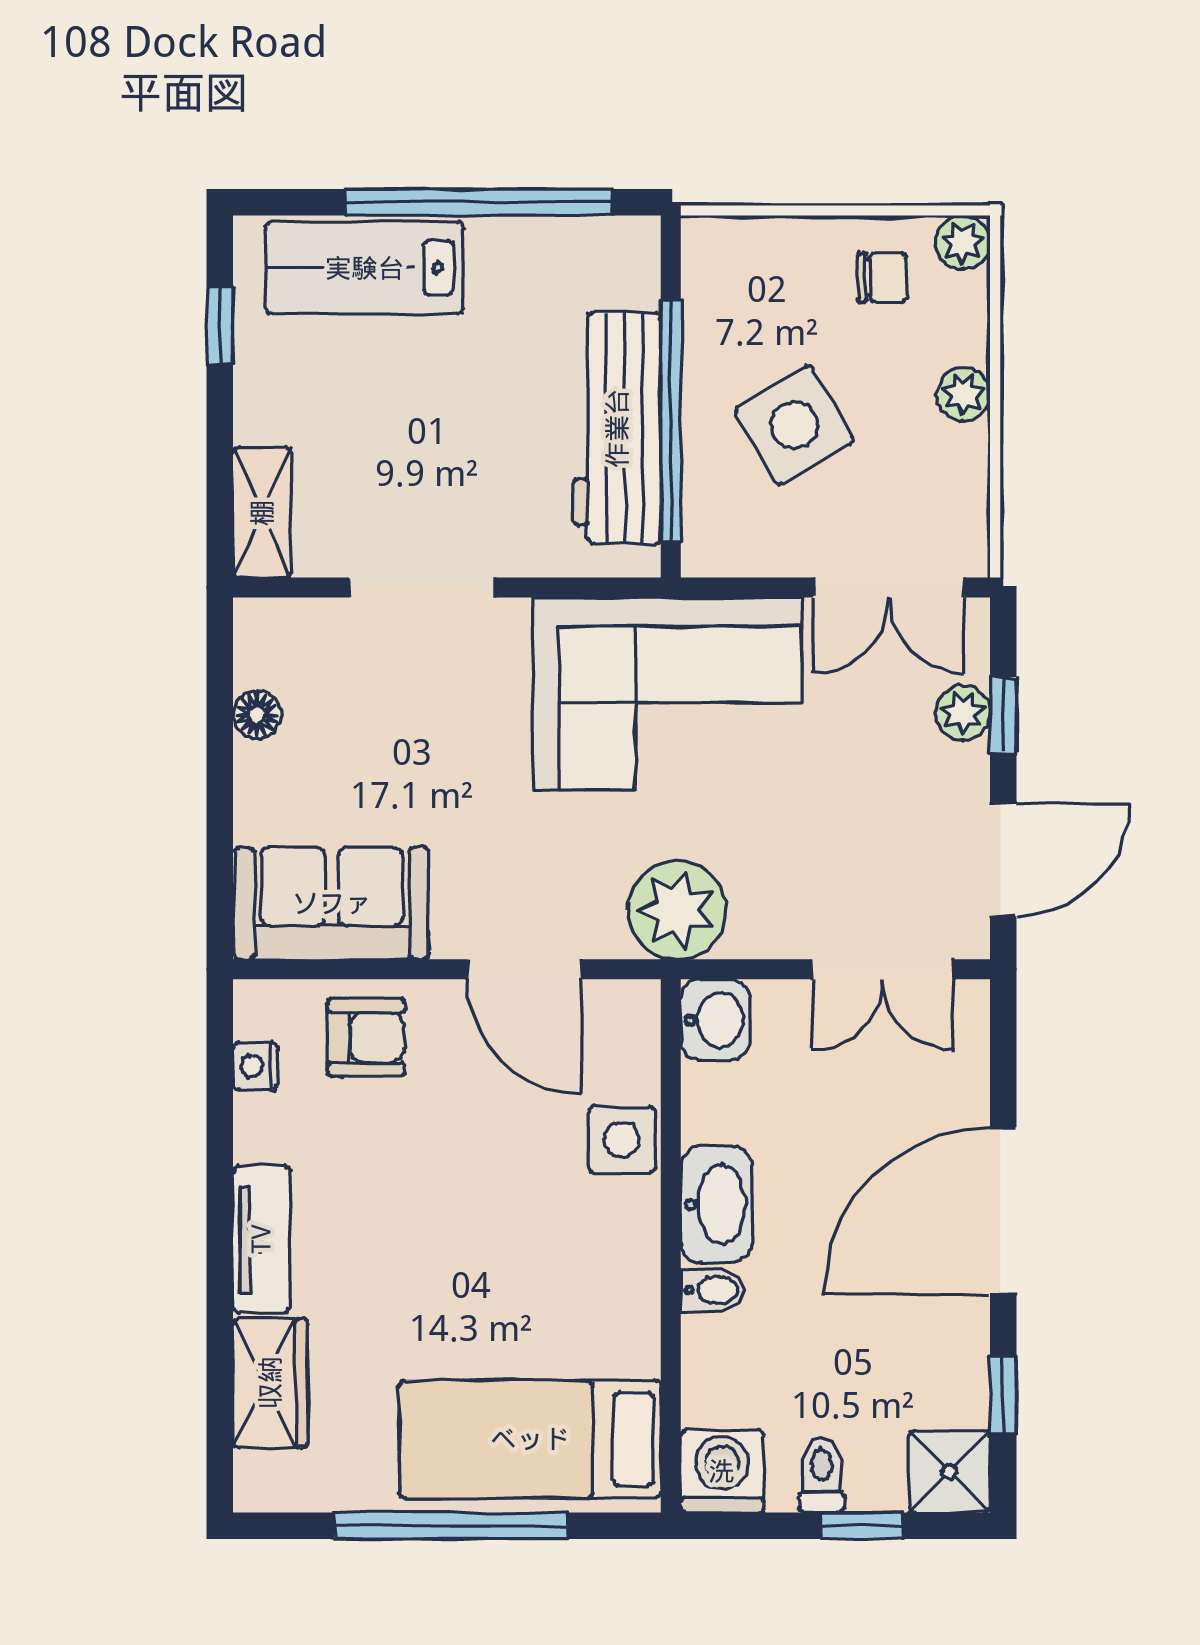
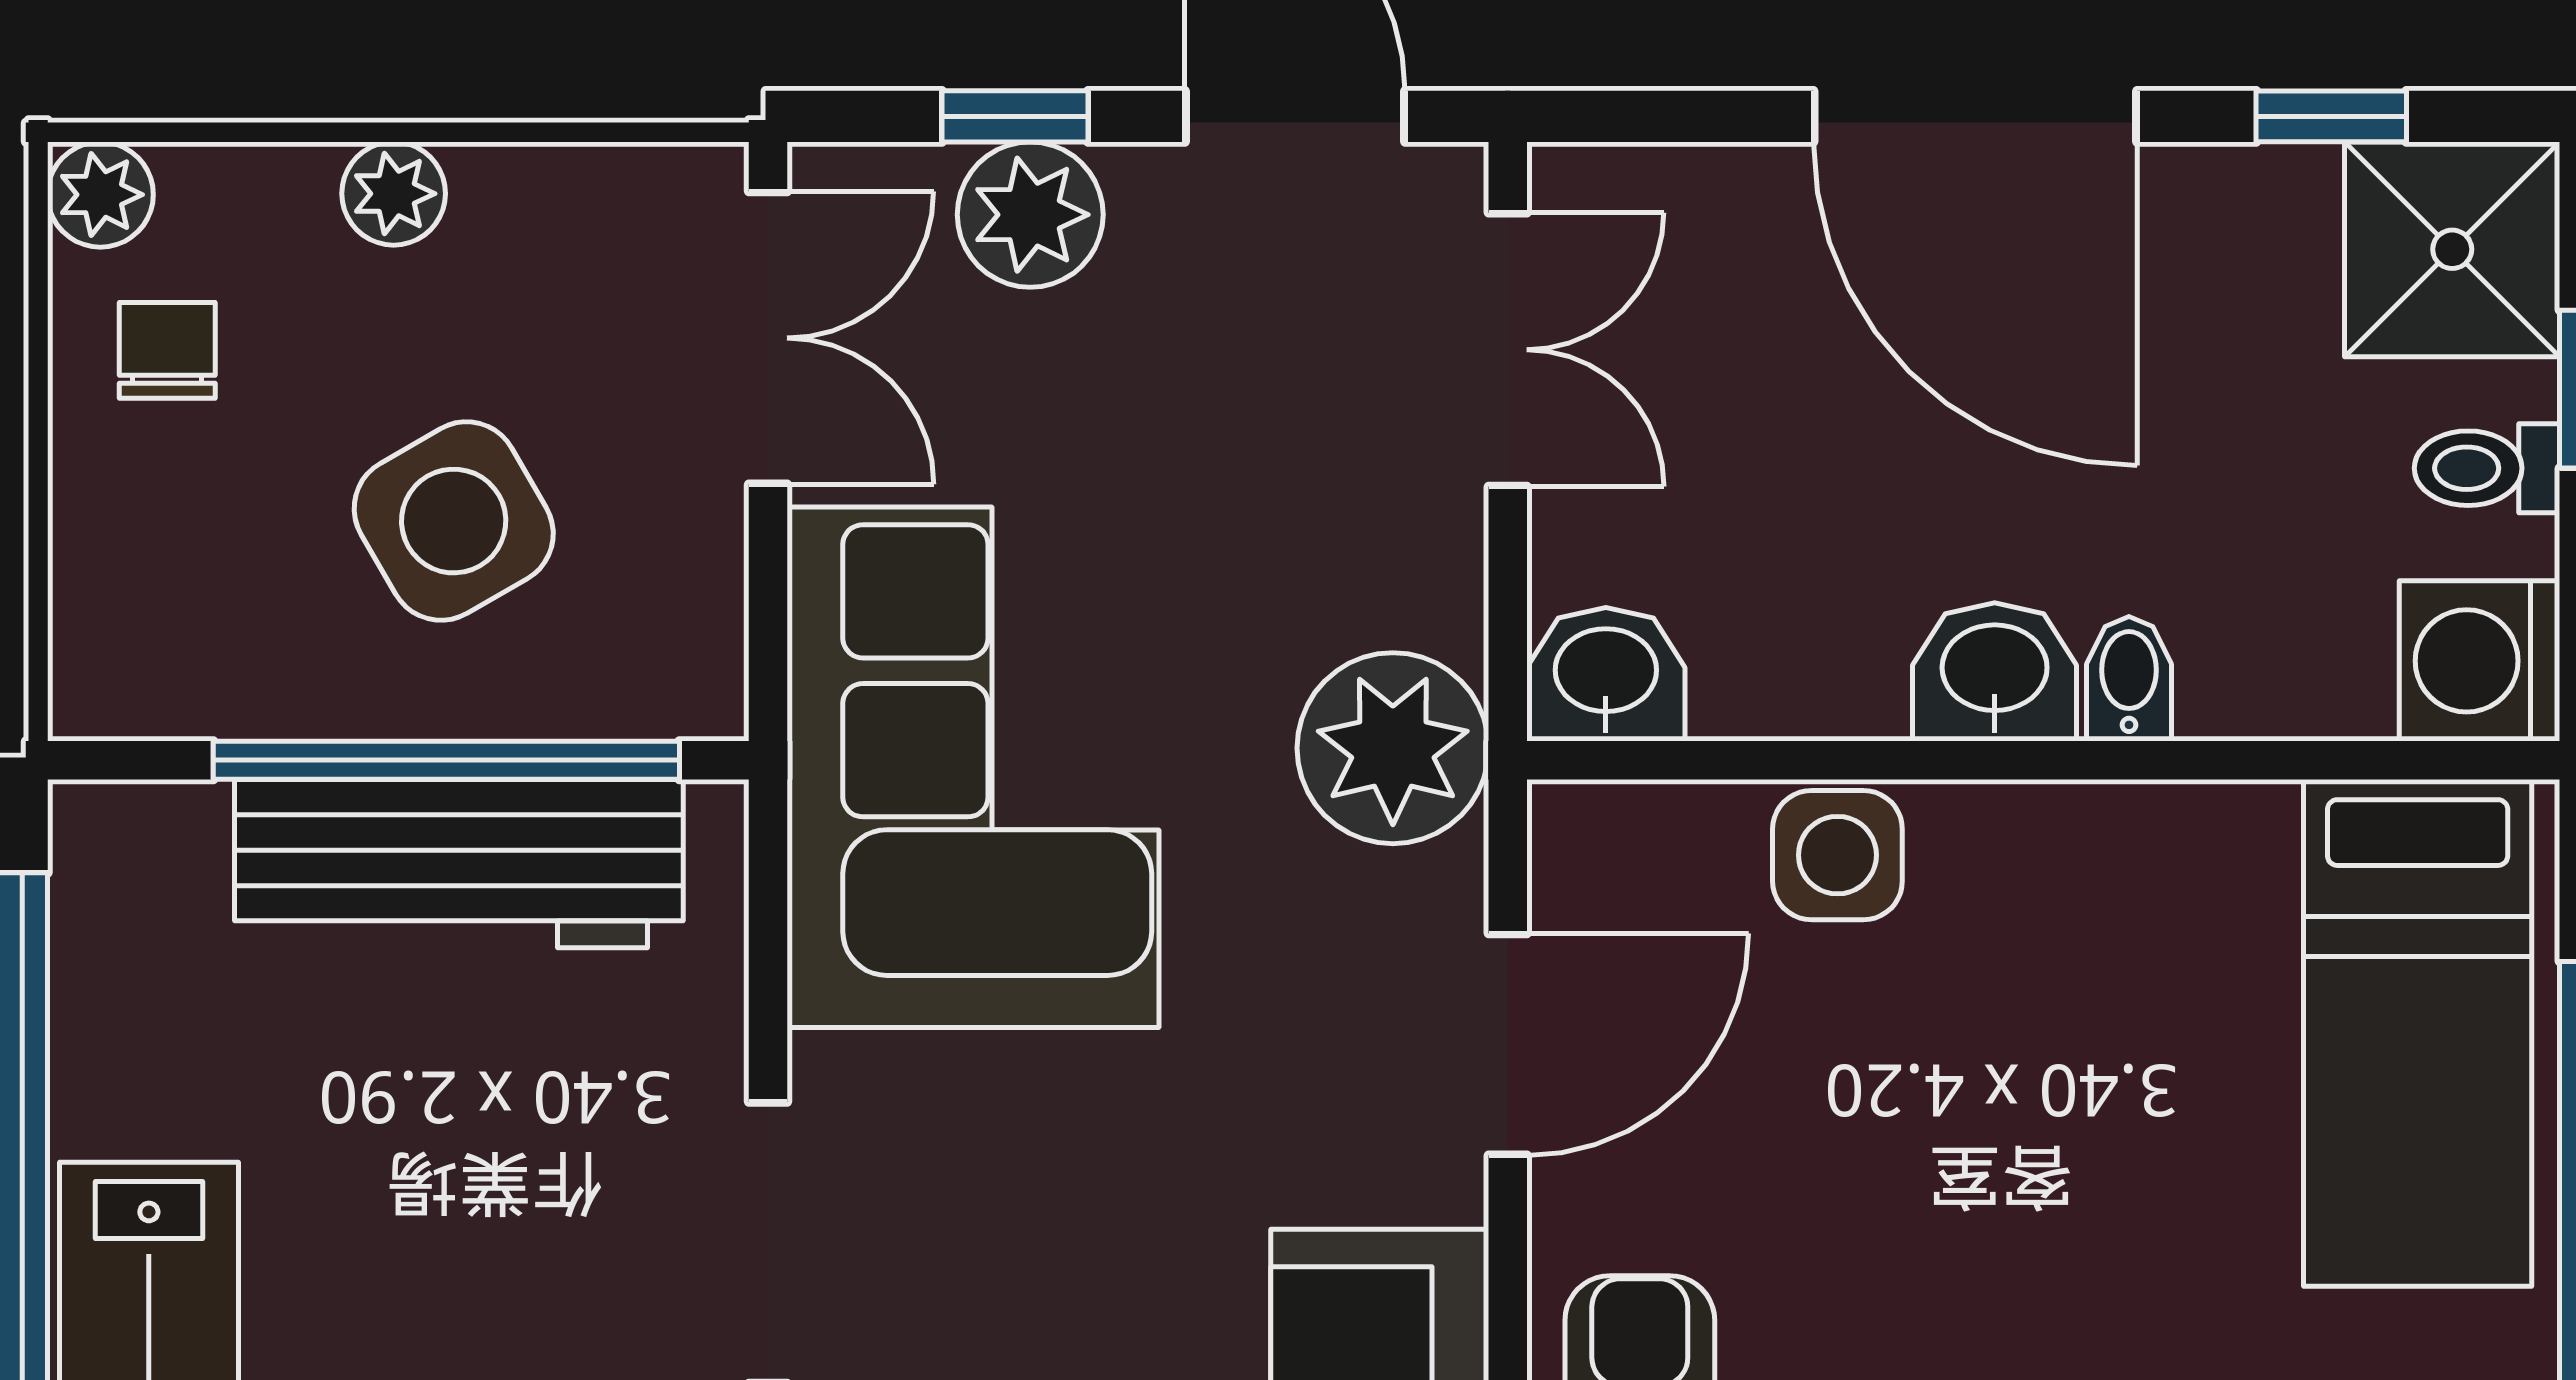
plant: (963, 713) -> (1030, 215), width x1.38, depth x1.38
washbasin: (716, 1204) -> (1995, 672), width x0.72
shower: (949, 1472) -> (2452, 249), width x1.36, depth x1.36

